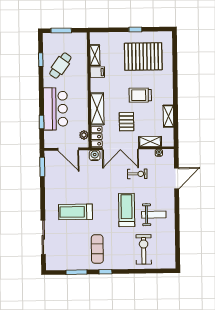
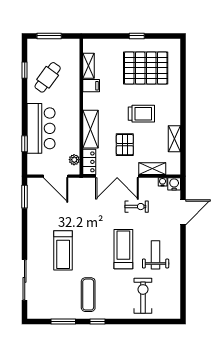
trolley: (140, 95) -> (141, 114), turned 180
water cooler: (95, 155) -> (174, 184), moved
treadmill: (75, 212) -> (63, 250), turned -90
weight bench: (154, 215) -> (156, 255), turned -90

